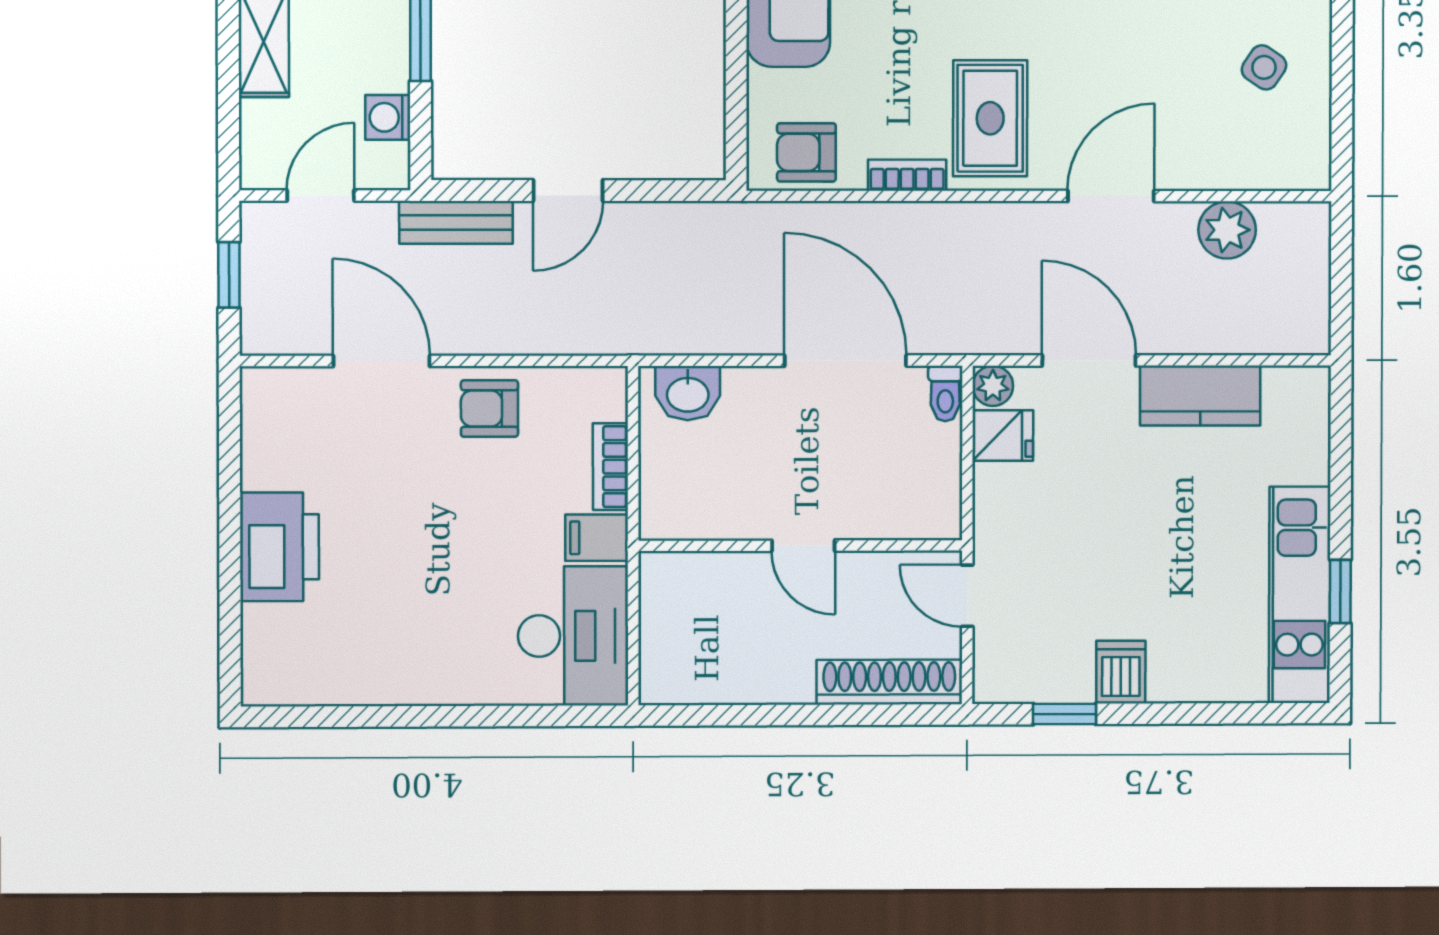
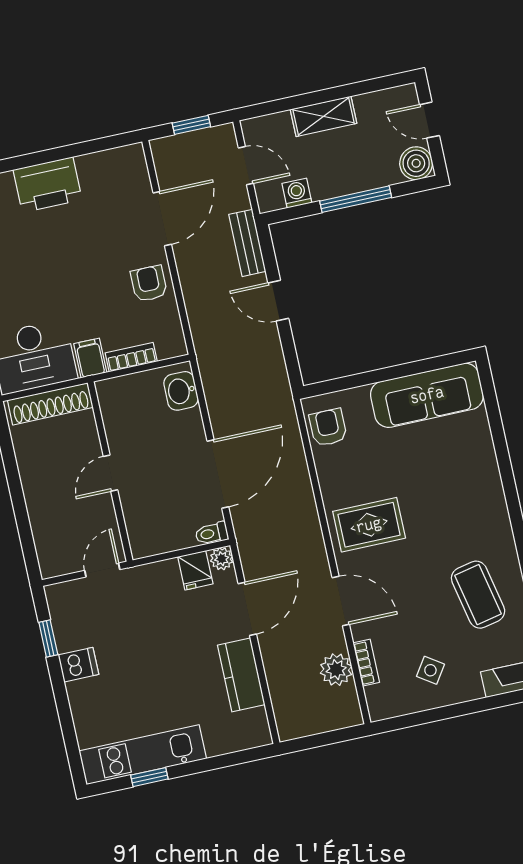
bookcase: (907, 175) -> (366, 663), moved
shoe rack: (889, 682) -> (50, 404), moved, turned 90

